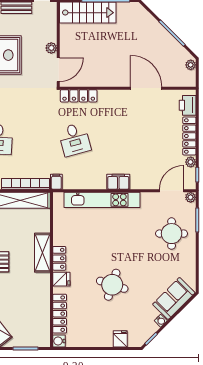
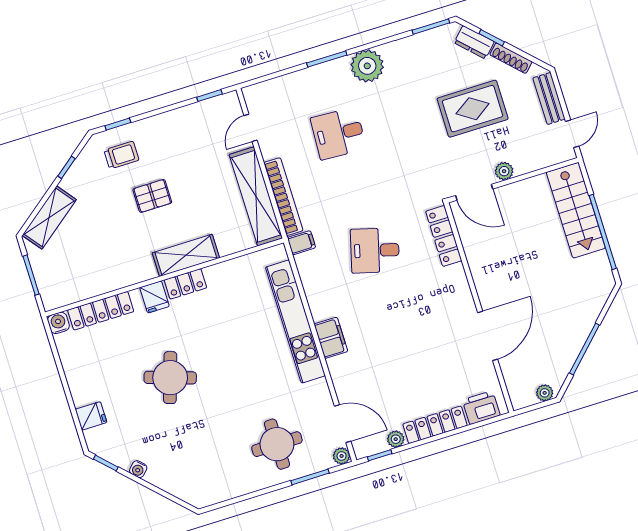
desk: (74, 139) -> (375, 250), turned 30
sofa: (174, 298) -> (179, 479), removed

